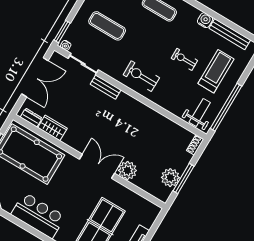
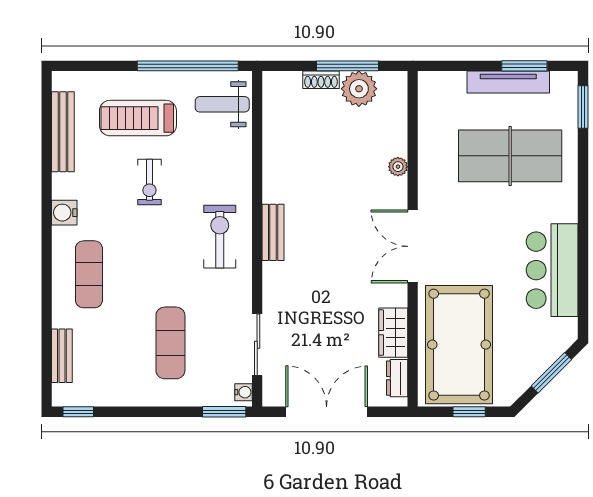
water cooler: (205, 20) -> (64, 213), moved
exercise bike: (141, 76) -> (220, 237), turned 180
bench: (106, 87) -> (273, 232), moved
shoe rack: (195, 145) -> (321, 80), moved
double door: (97, 166) -> (413, 246), moved
plant: (127, 170) -> (398, 167), width x0.53, depth x0.53

